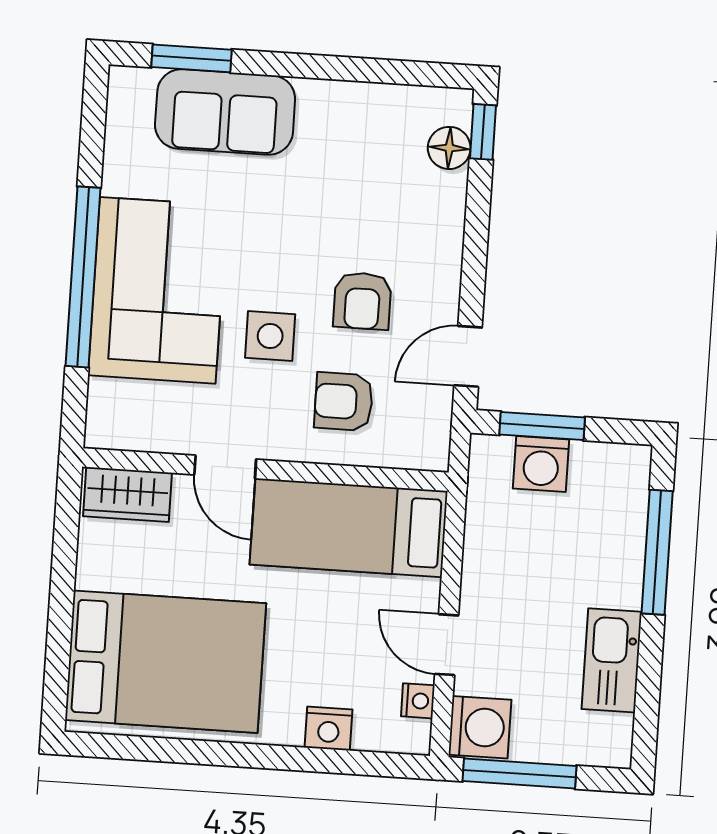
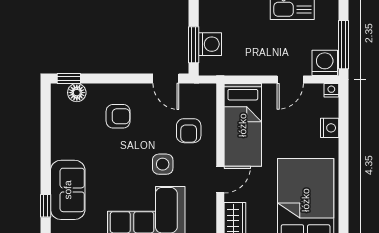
window: (192, 58) -> (46, 206), width x0.67
armchair: (362, 301) -> (118, 116), moved
nightstand: (418, 701) -> (331, 90), moved

